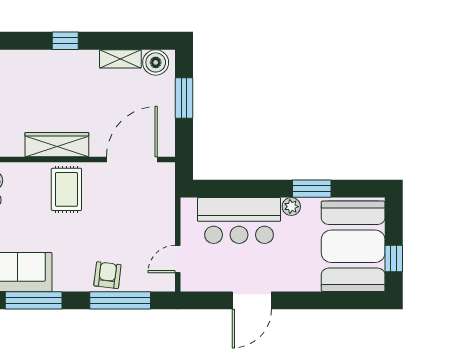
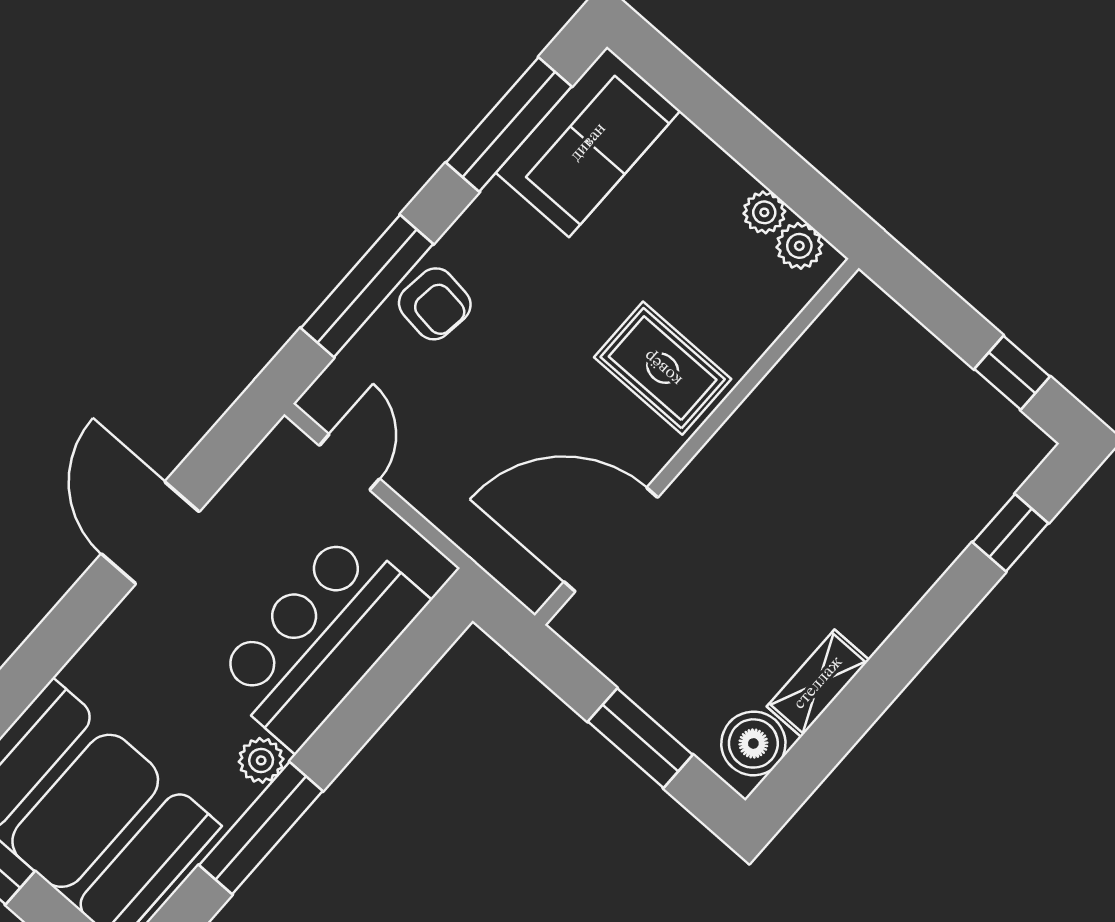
window: (65, 41) -> (1010, 533), moved
wardrobe: (57, 145) -> (762, 424), removed
door: (132, 160) -> (611, 540), swing flipped
window: (312, 189) -> (261, 828), width x1.44

